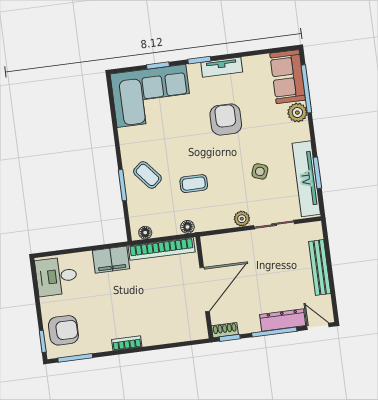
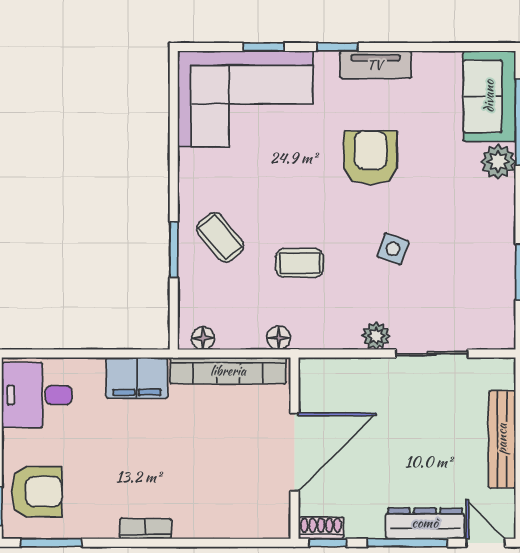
side table: (260, 171) -> (393, 249), moved
tv unit: (306, 179) -> (499, 280), removed

